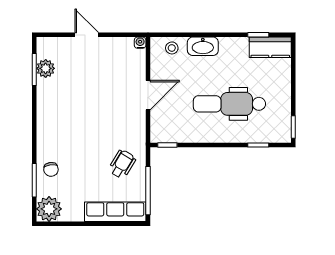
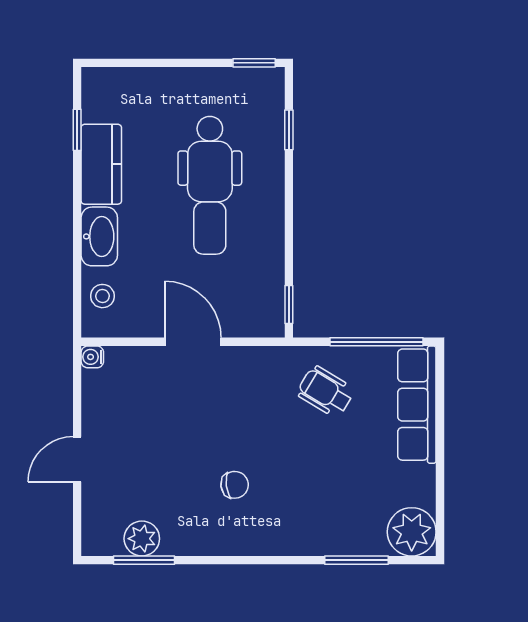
kitchen counter: (270, 47) -> (101, 164), moved
chair: (51, 169) -> (235, 485), moved

